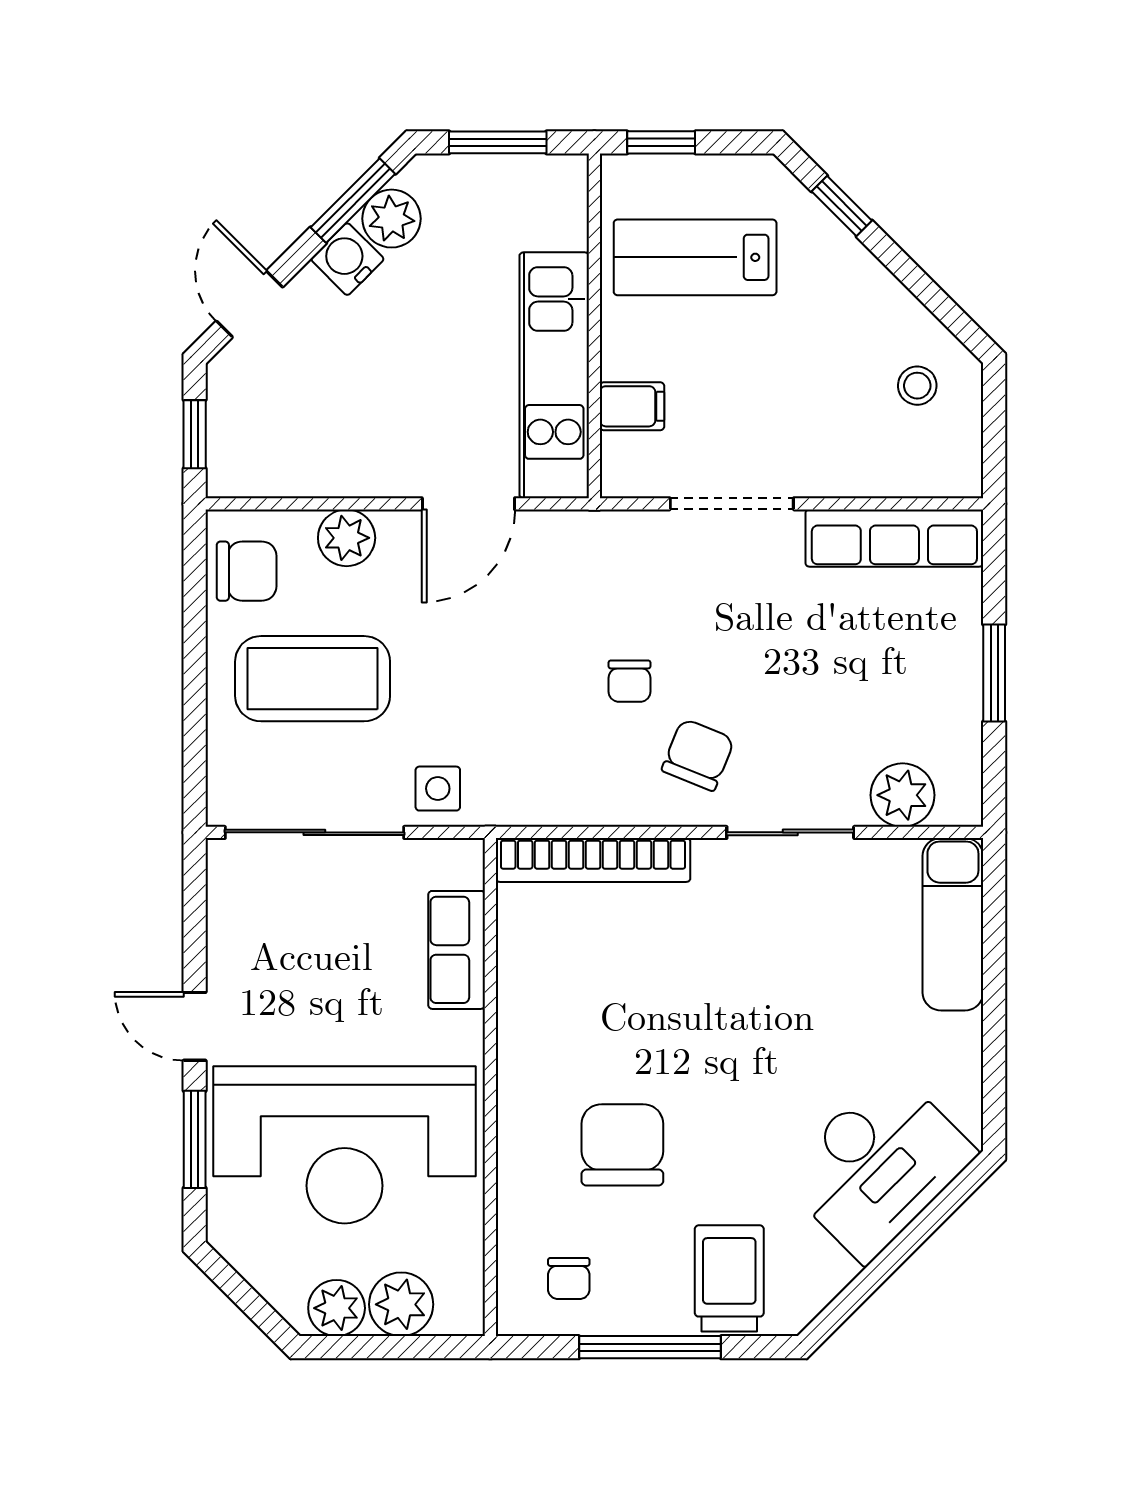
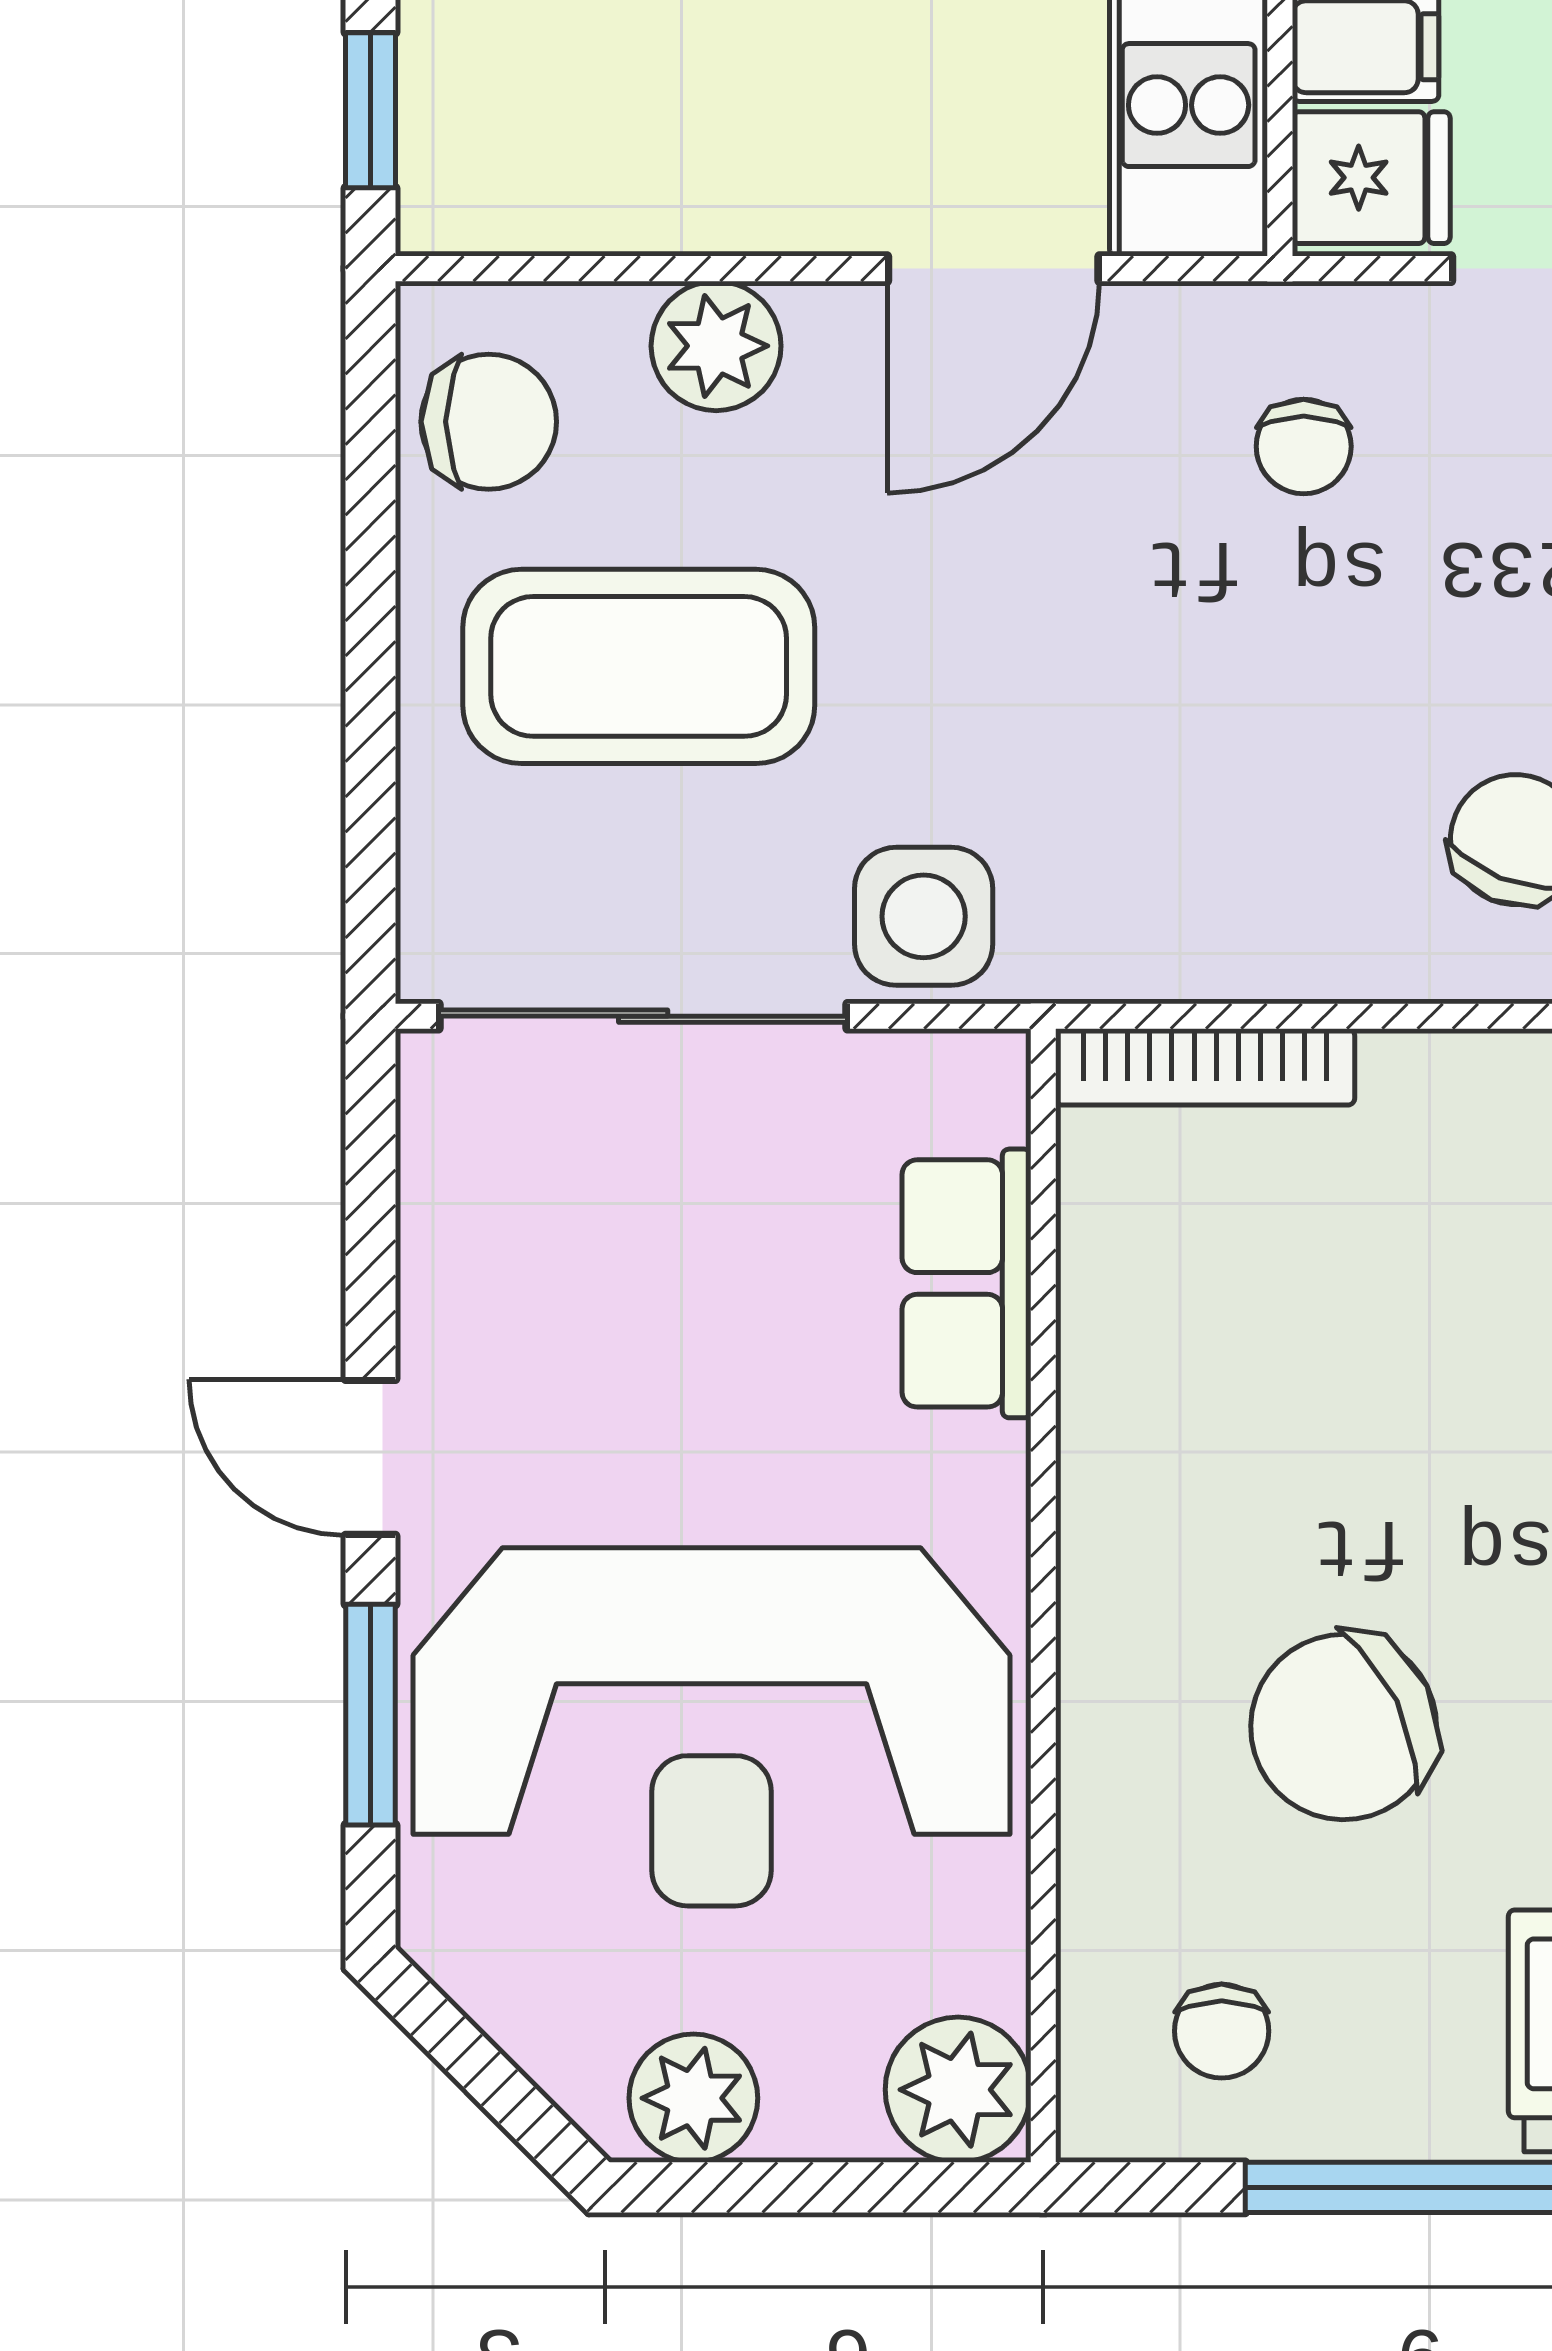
fridge: (635, 464) -> (1371, 178), added
chair: (630, 681) -> (1304, 446), moved
side table: (438, 789) -> (924, 916), width x1.37, depth x1.37
bookcase: (593, 860) -> (1205, 1067), width x0.68, depth x0.76
chair: (622, 1145) -> (1344, 1727), turned -116
plant: (401, 1304) -> (958, 2090), moved

